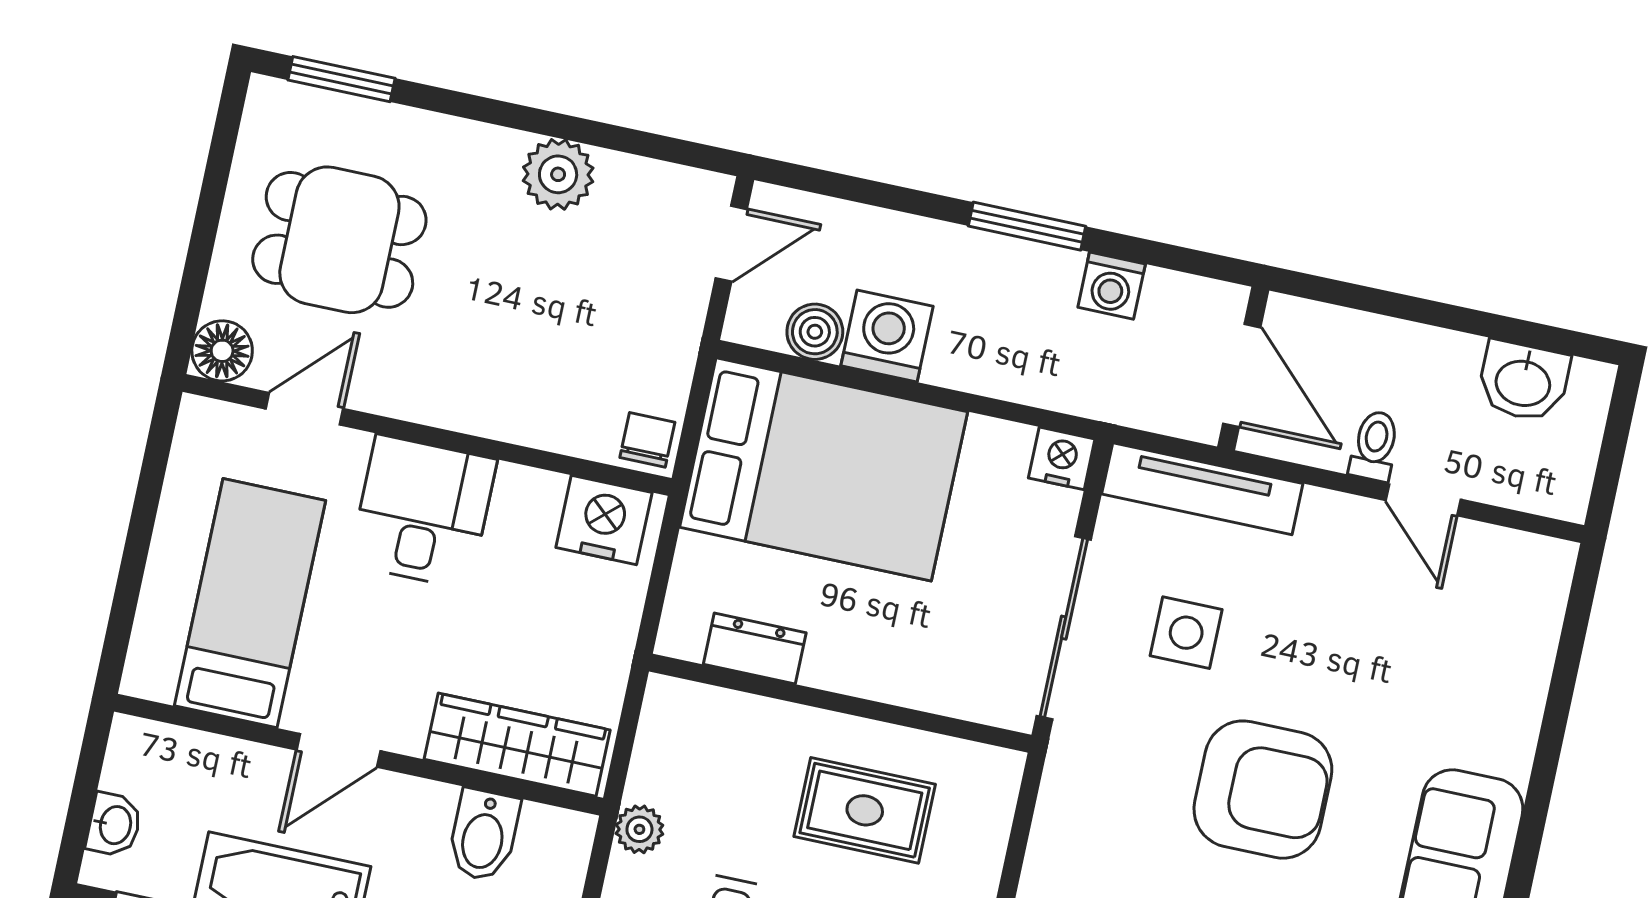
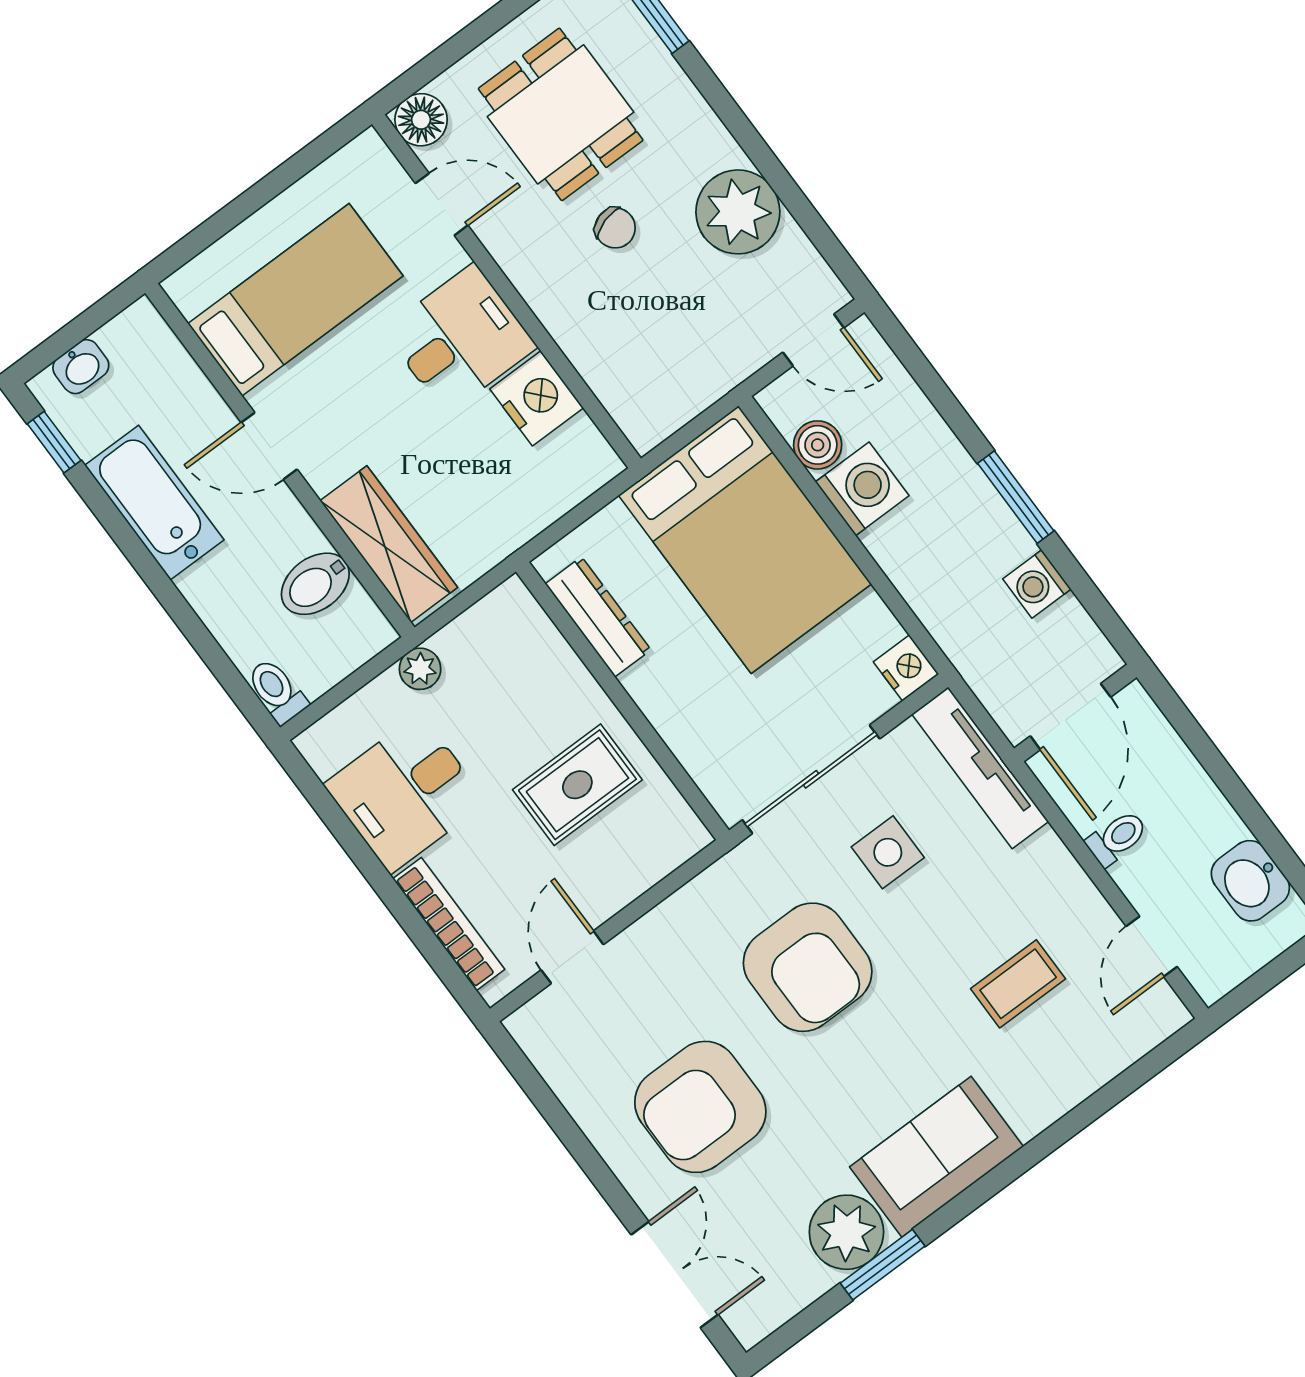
plant: (558, 174) -> (738, 212), width x1.36, depth x1.36
chair: (647, 440) -> (615, 228), moved, turned 73
door: (1423, 500) -> (1152, 947), moved
nightstand: (604, 520) -> (537, 398), moved
coffee table: (1400, 648) -> (1018, 984), added
dresser: (755, 649) -> (598, 617), width x1.44
armchair: (1263, 790) -> (808, 967), moved
rug: (865, 810) -> (577, 785), turned 90

